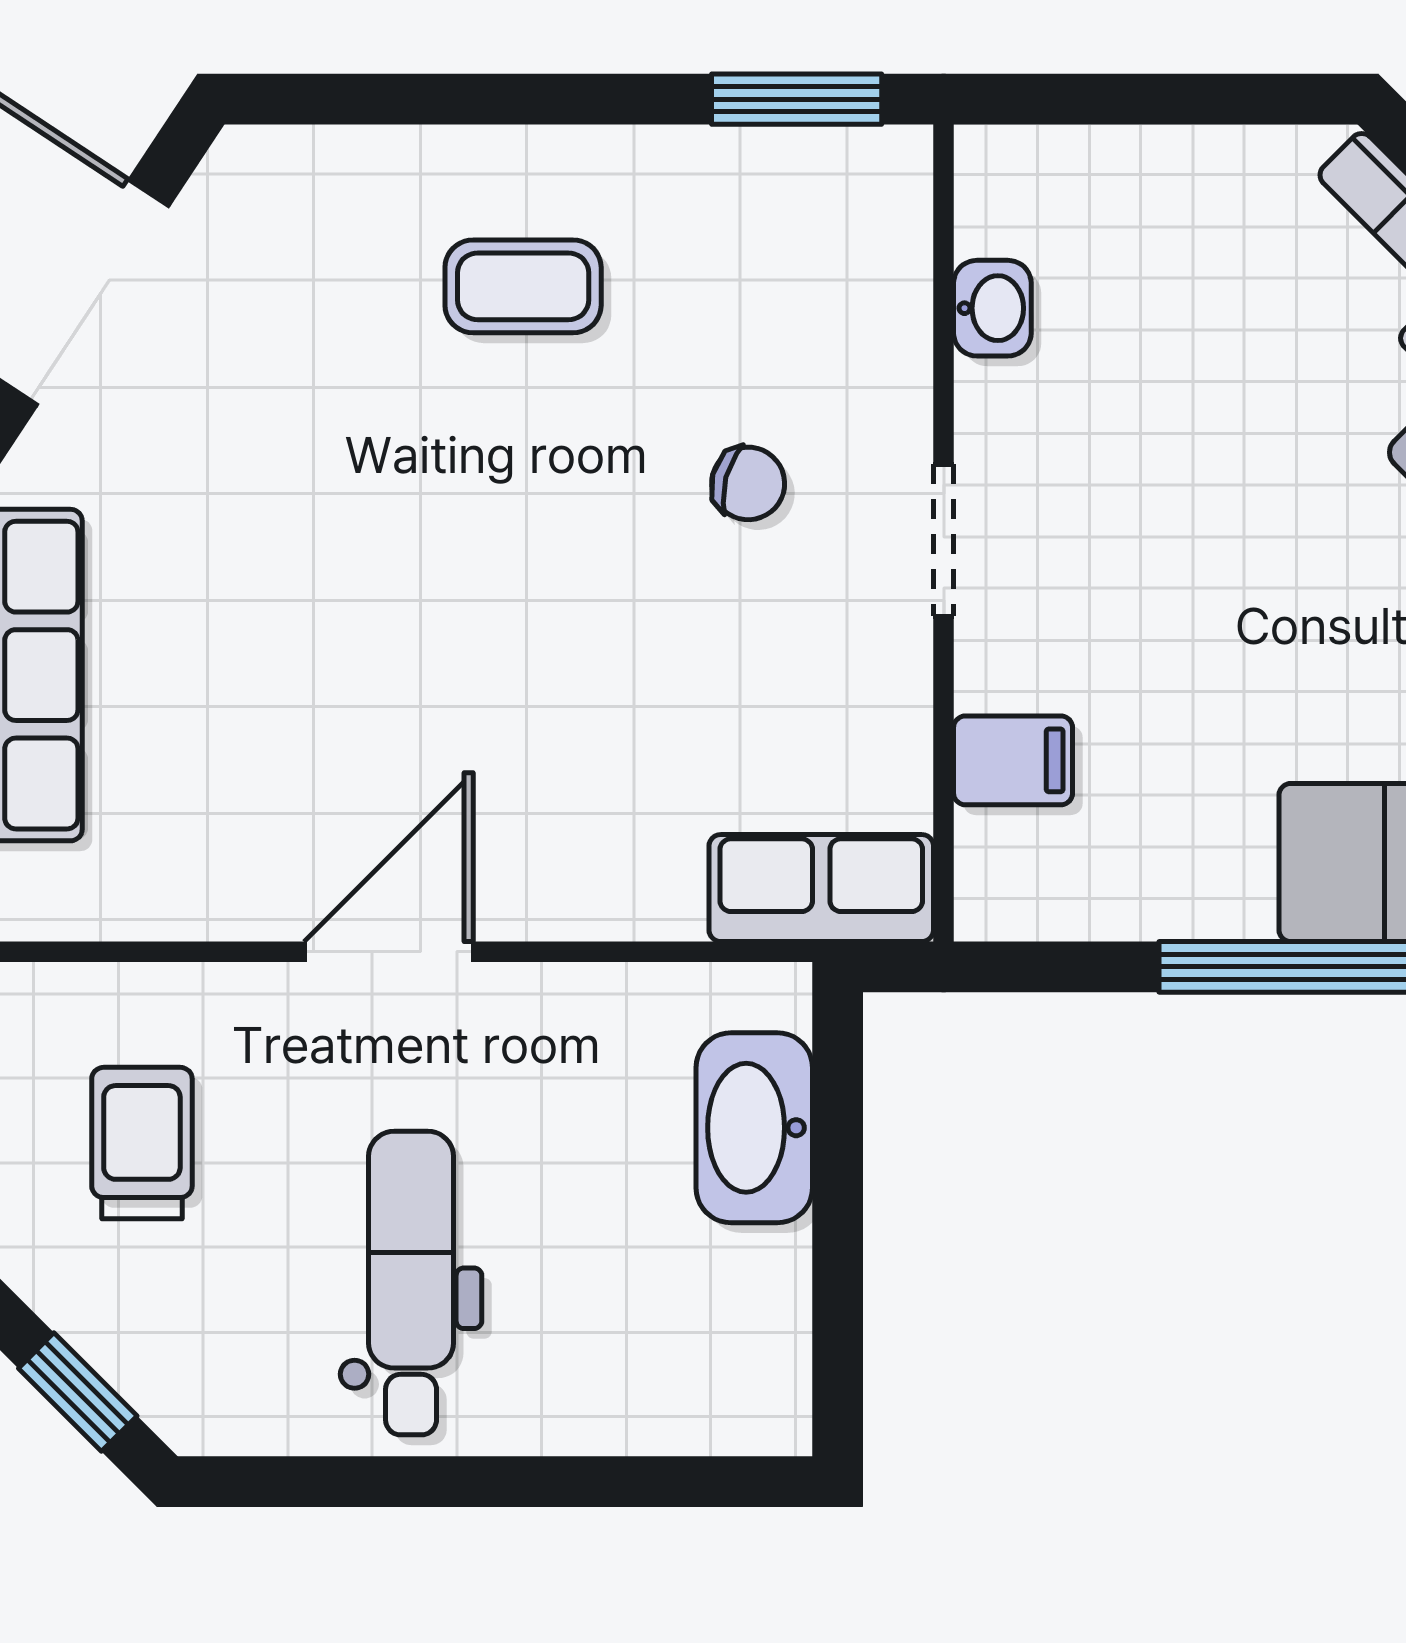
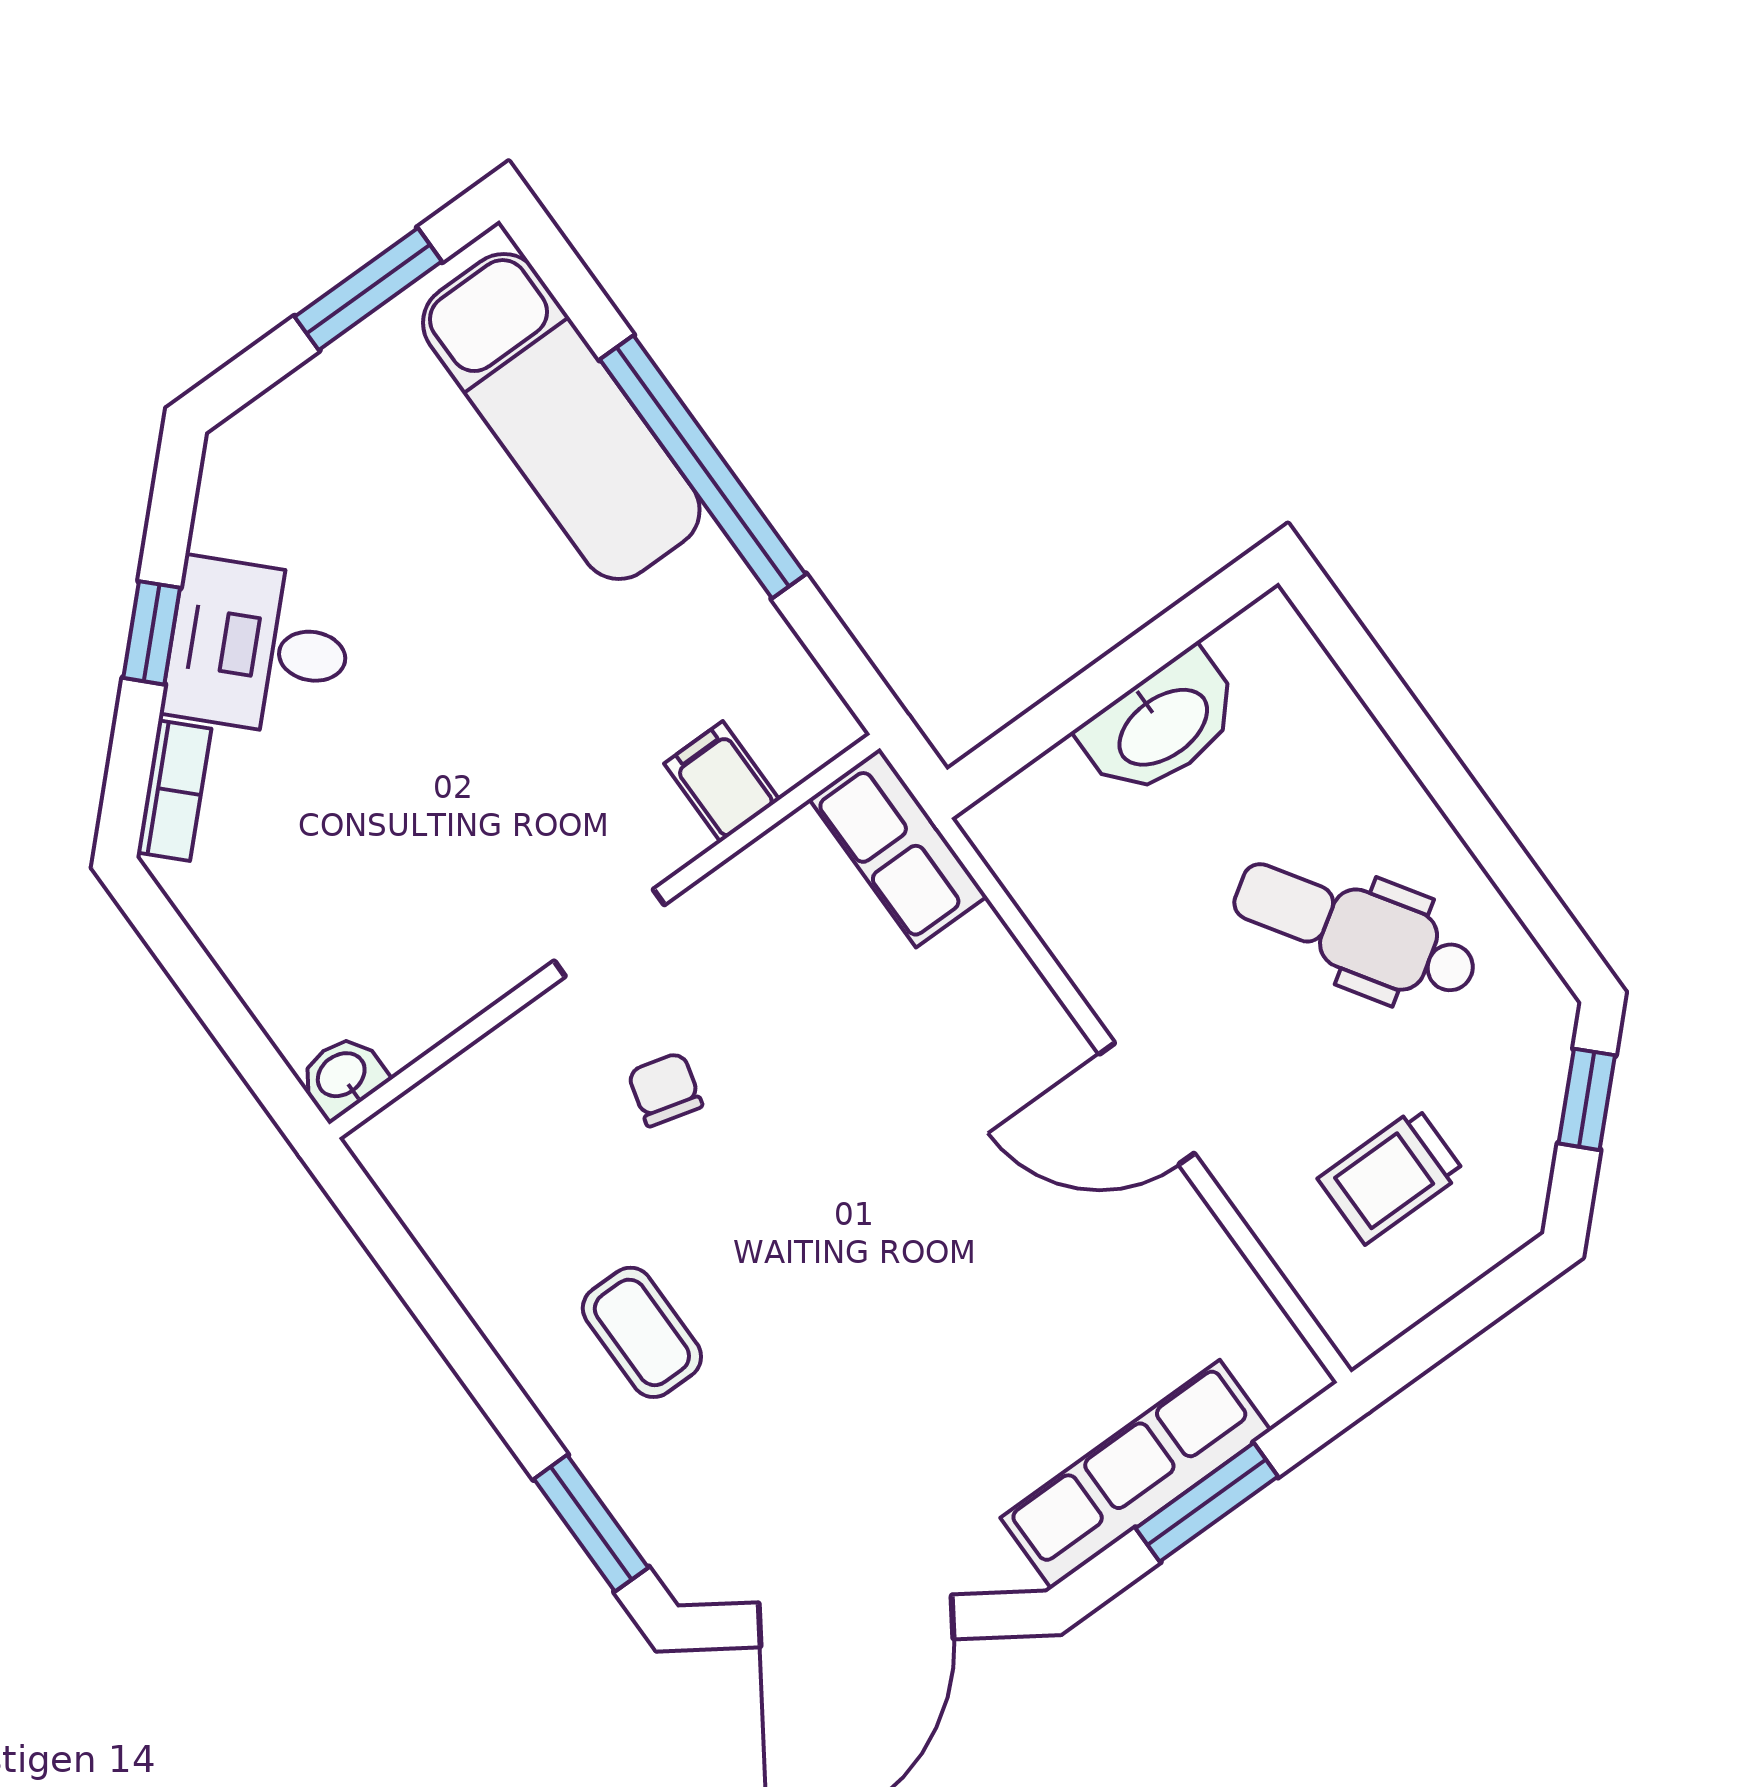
window: (797, 99) -> (591, 1523), moved
washbasin: (992, 308) -> (342, 1076), moved
washbasin: (754, 1128) -> (1162, 725), moved
dental chair: (411, 1283) -> (1355, 931), turned 57

